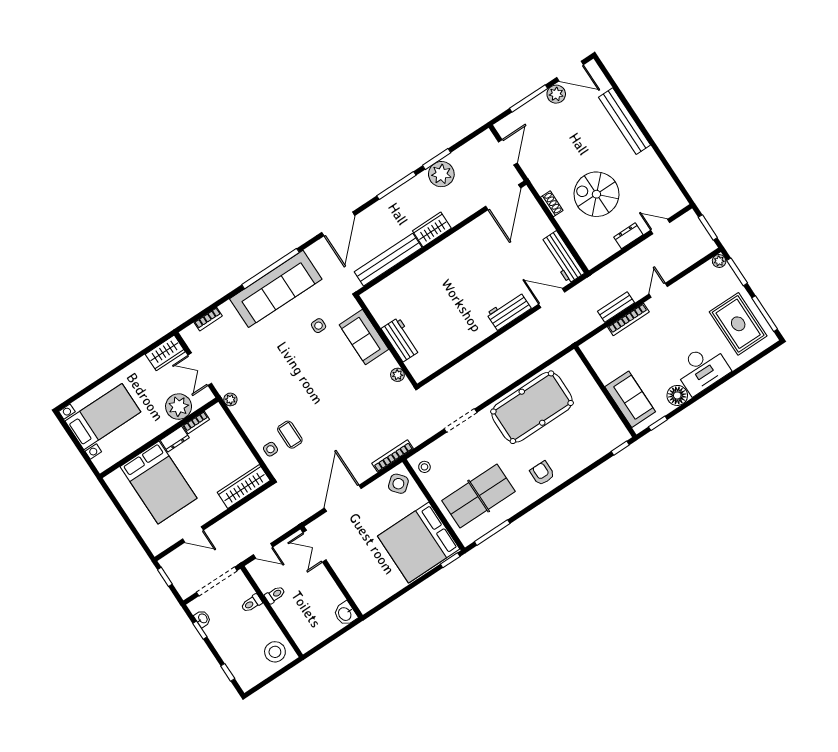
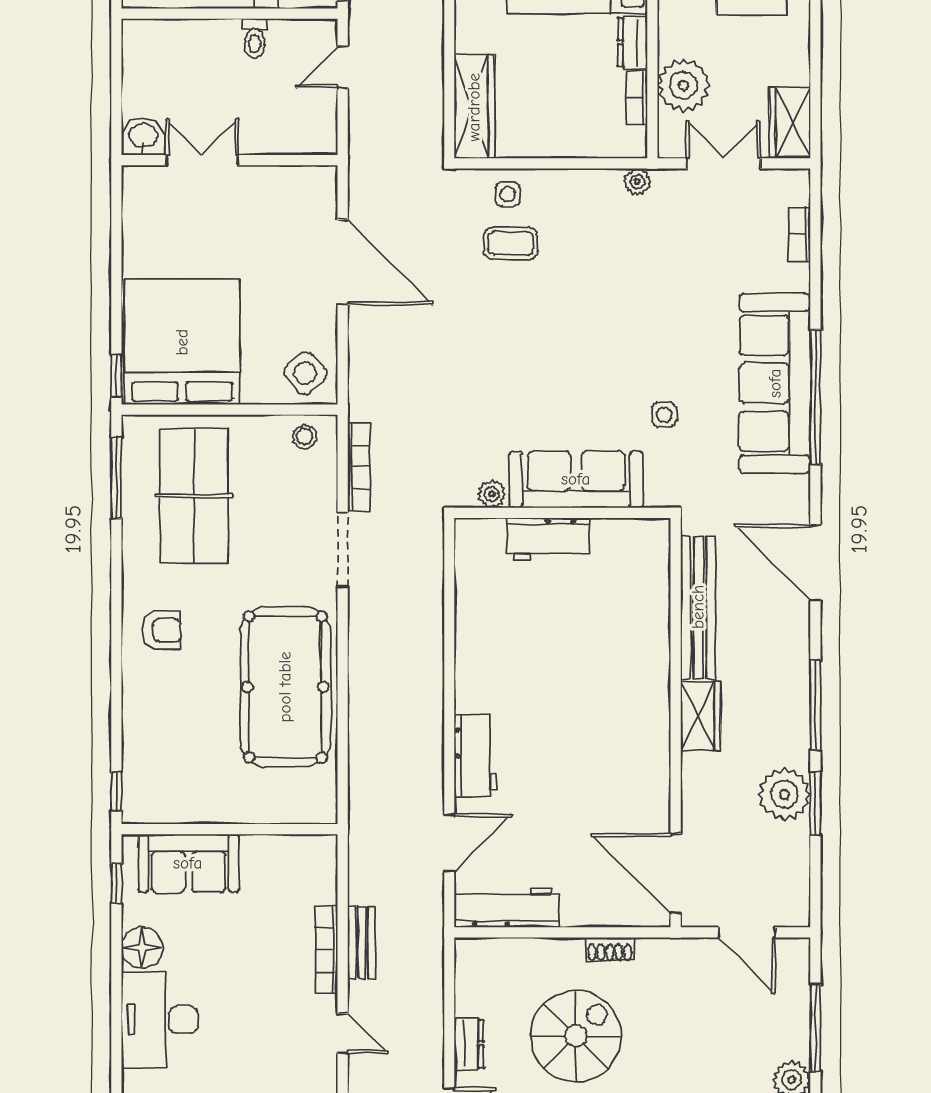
sofa: (364, 337) -> (576, 479), width x1.36
bookcase: (393, 456) -> (359, 467), moved
double door: (315, 546) -> (202, 160), moved

